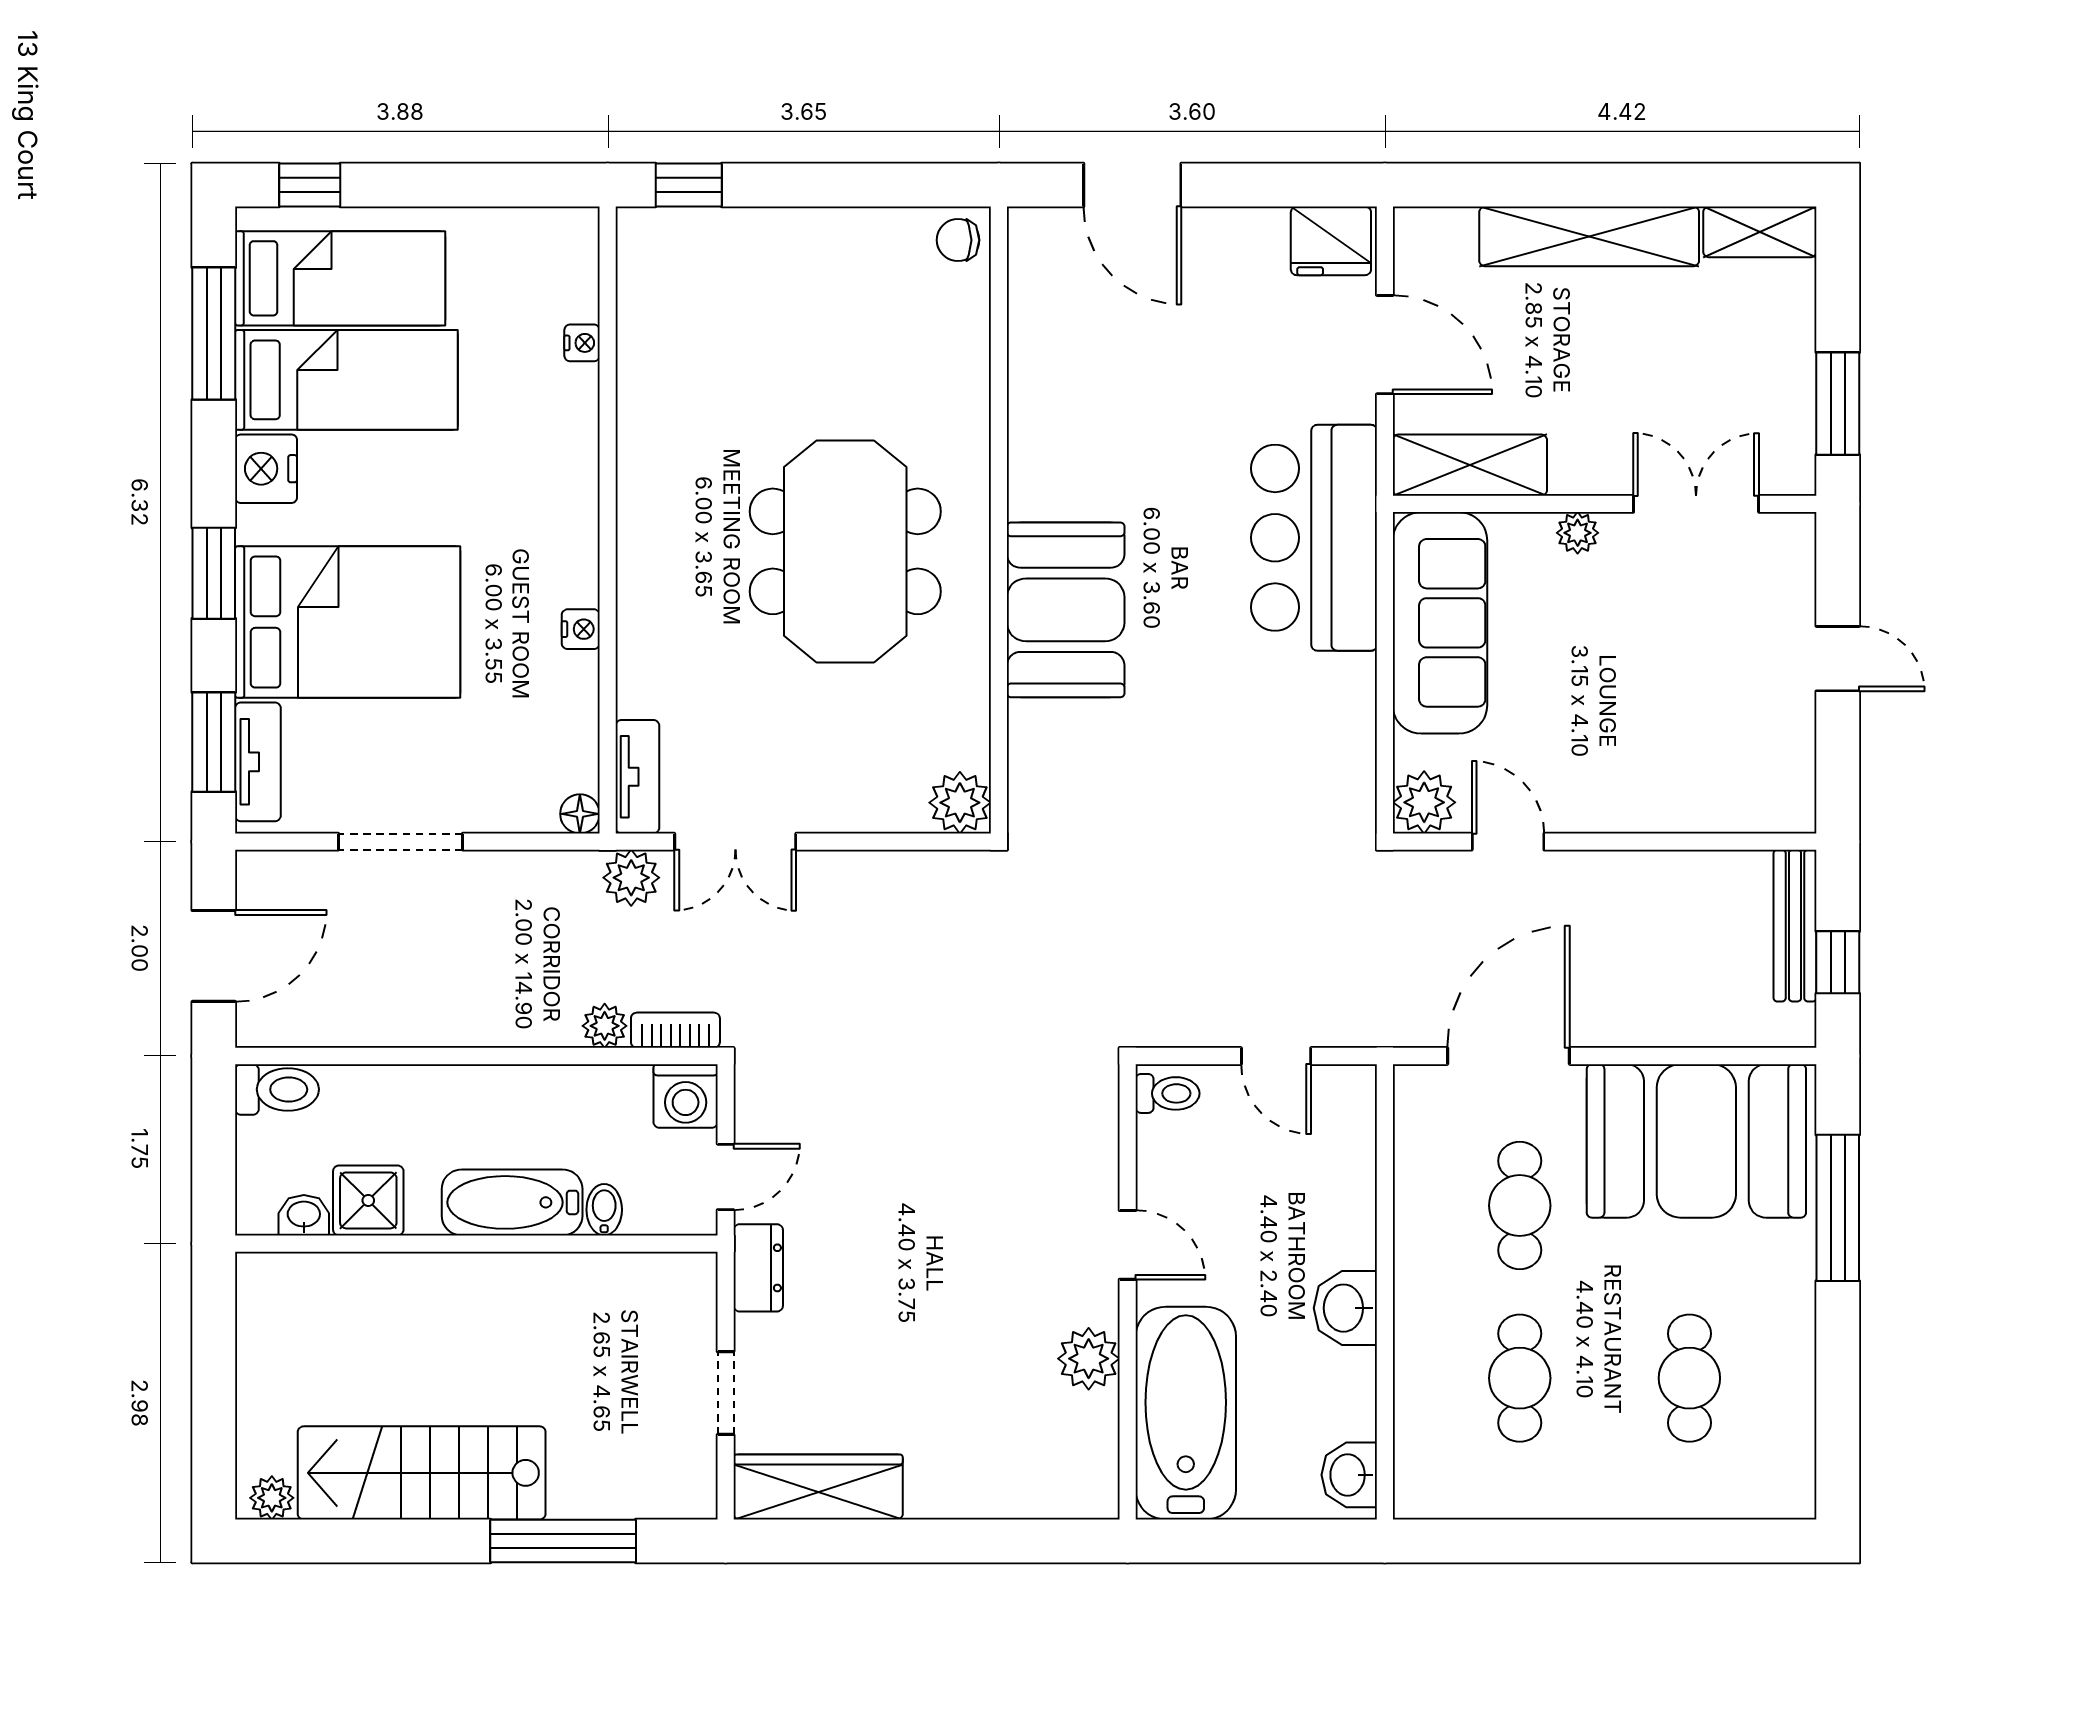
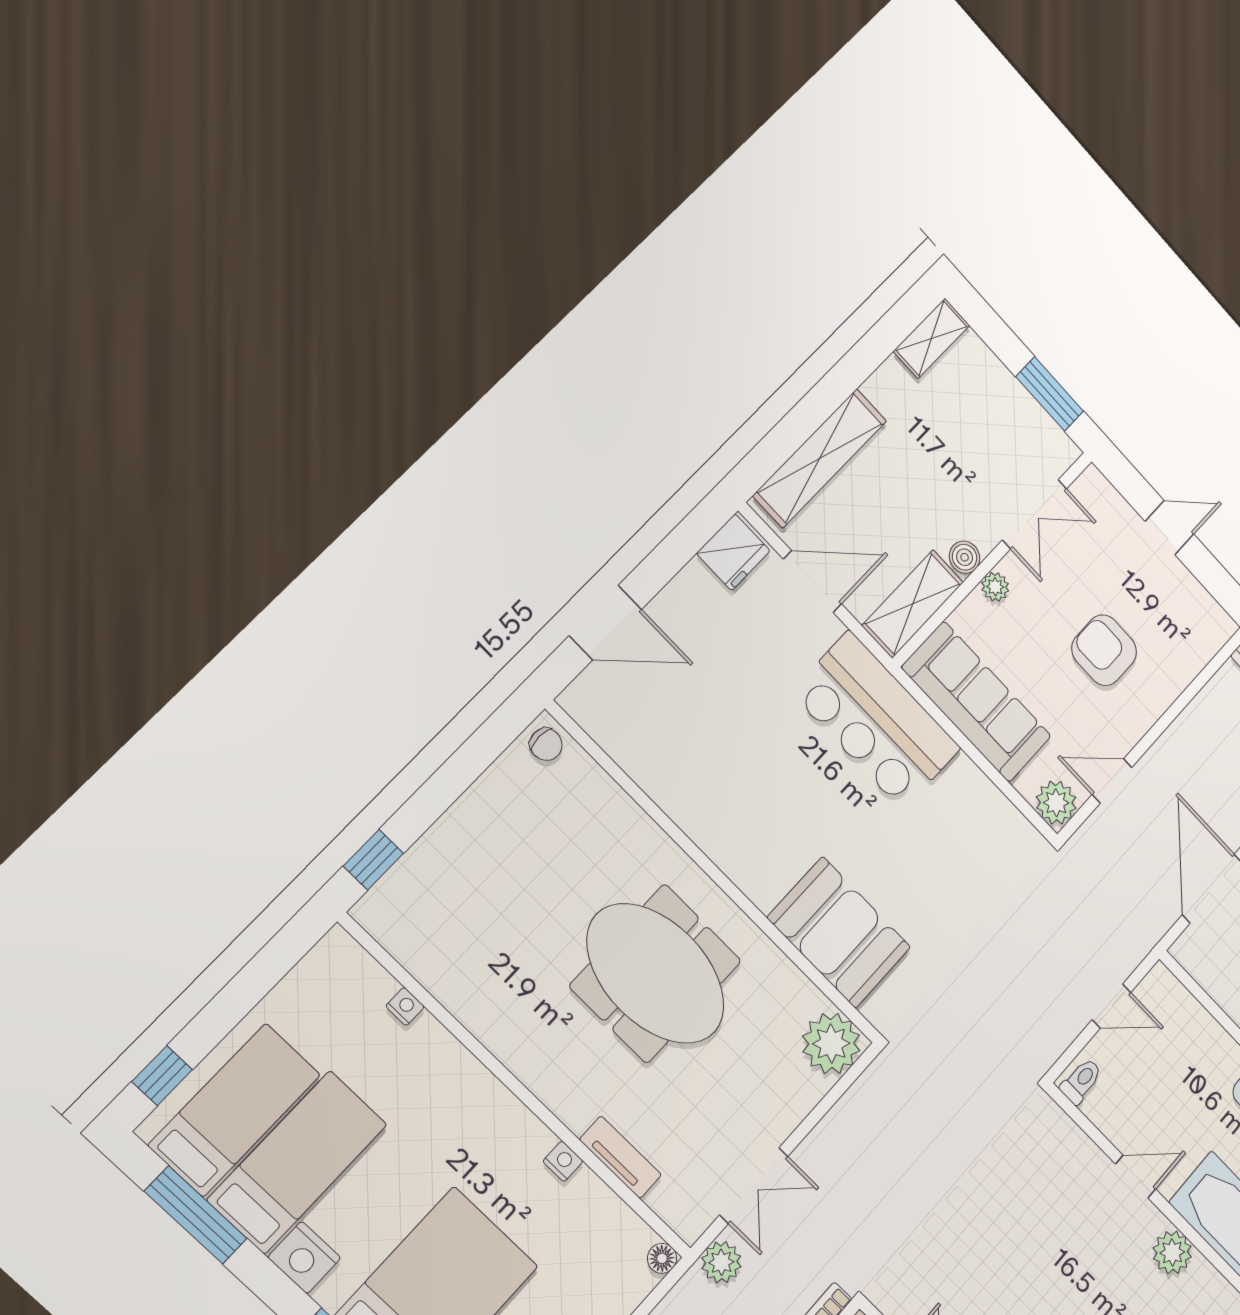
shelving: (1589, 236) -> (820, 458), moved
chair: (958, 240) -> (546, 744), turned -90
boiler: (1574, 473) -> (965, 557), added
double door: (1696, 504) -> (1035, 514), swing flipped
booth: (1066, 610) -> (839, 932), moved
armchair: (1634, 708) -> (1104, 650), added
tv unit: (637, 777) -> (620, 1157), moved
plant: (960, 803) -> (831, 1043), width x1.36, depth x1.36

